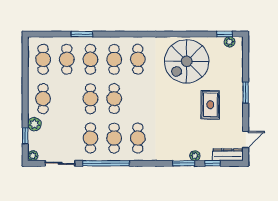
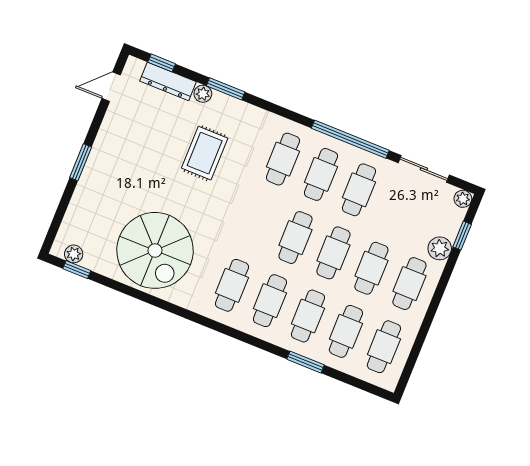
spiral stairs: (187, 61) -> (155, 250), turned 90
cafe table: (67, 99) -> (371, 268), added
rug: (210, 105) -> (205, 153), moved
dresser: (228, 155) -> (168, 81), moved
window: (213, 163) -> (162, 63), moved

